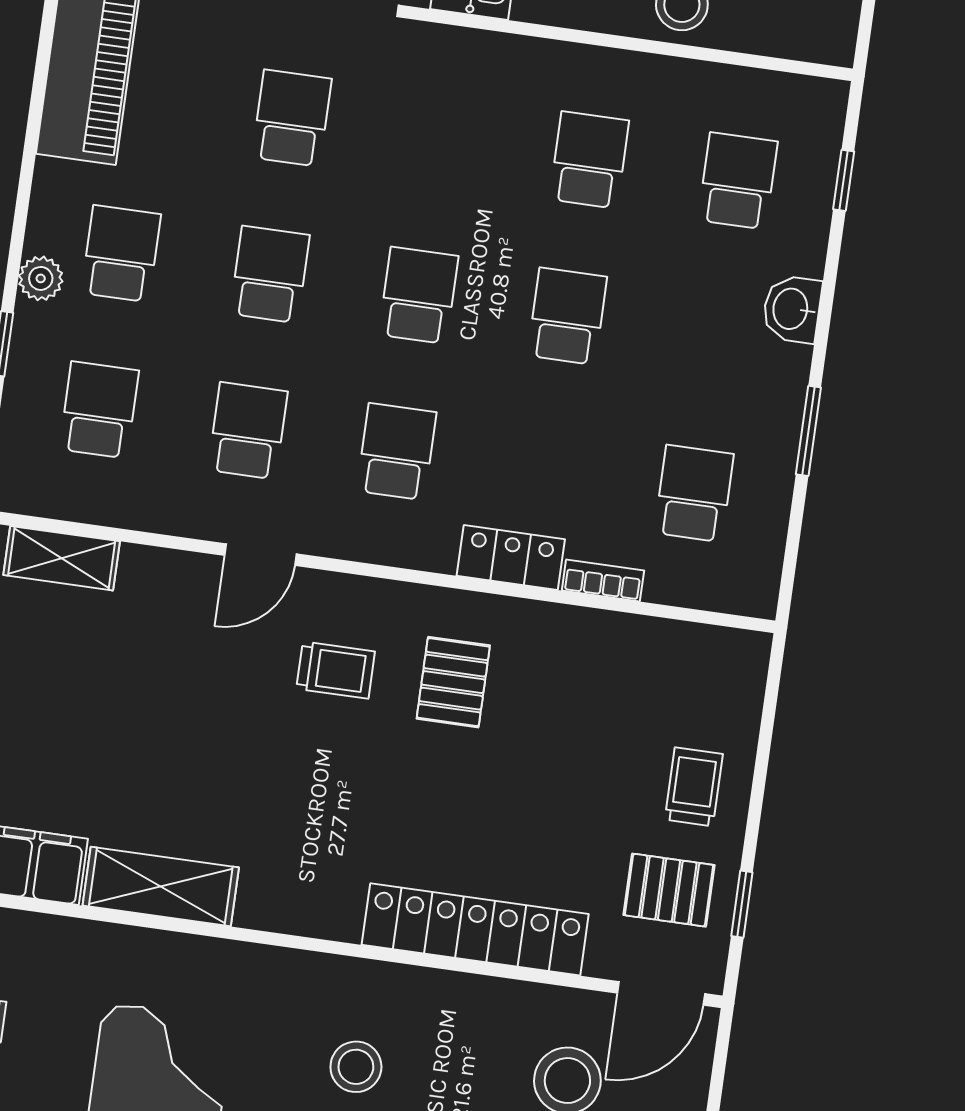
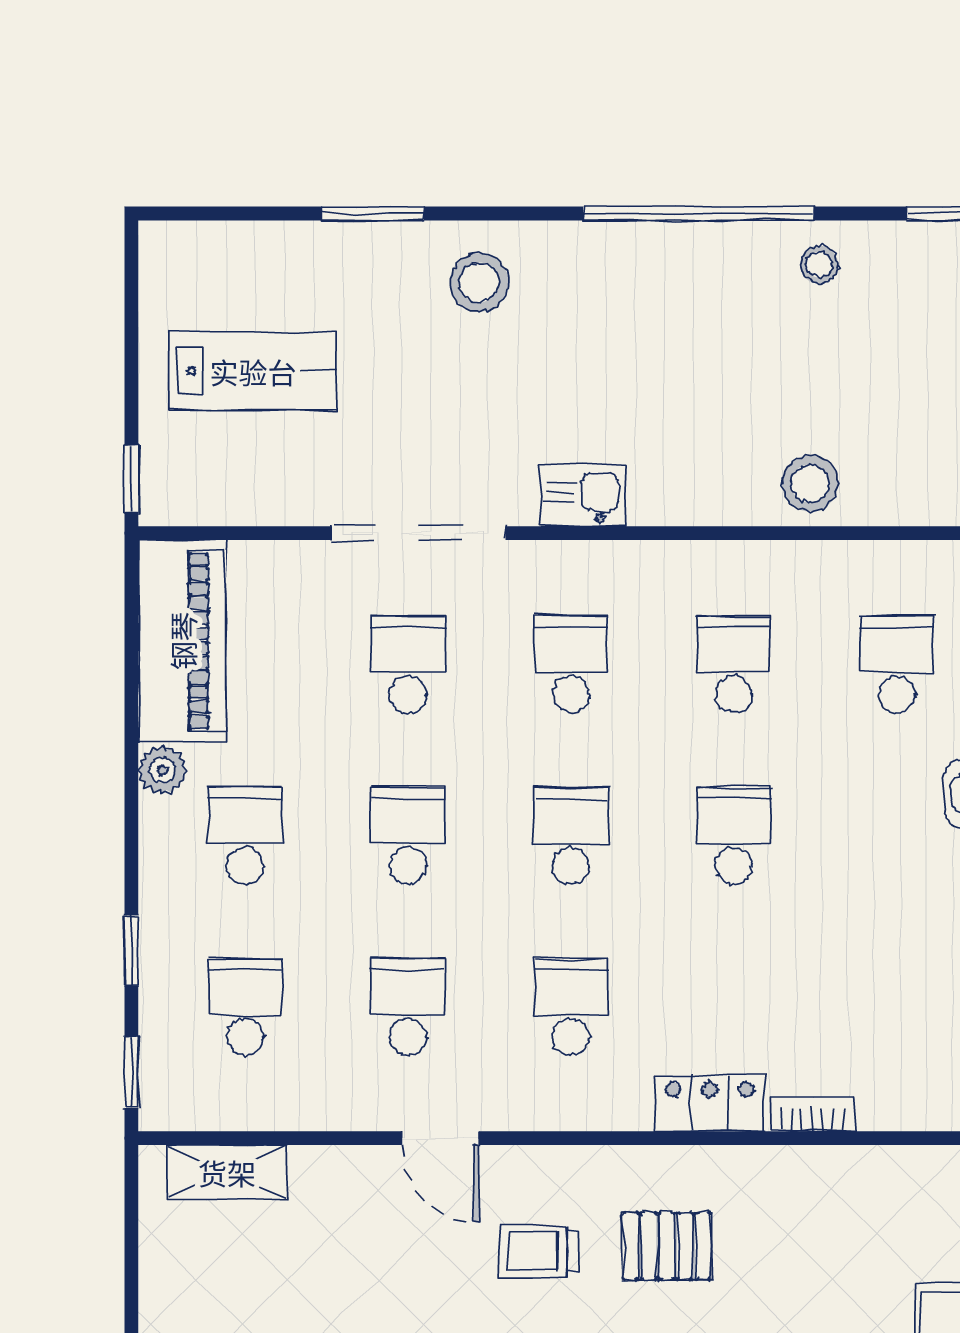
plant: (41, 278) -> (162, 770), moved
school desk: (694, 493) -> (571, 664), moved
door: (260, 555) -> (440, 1138), hinge flipped
trolley: (336, 670) -> (538, 1251), turned 180
pallet: (453, 682) -> (667, 1246), turned 90

